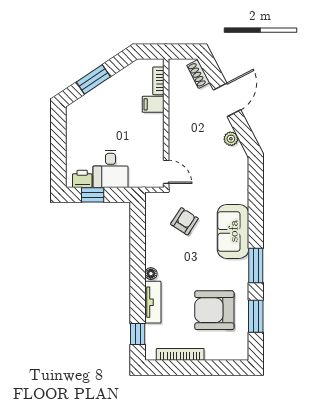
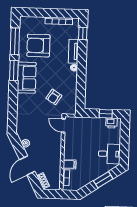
desk: (111, 169) -> (109, 154), moved, turned 90
sofa: (233, 231) -> (27, 78), moved
armchair: (214, 310) -> (38, 46), turned 180
window: (256, 316) -> (15, 41), width x1.44

